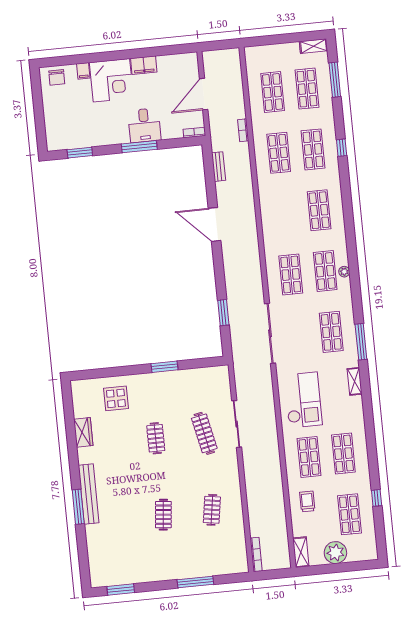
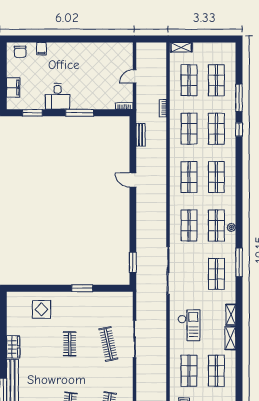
shelving: (313, 46) -> (181, 47), moved
filing cabinet: (144, 65) -> (13, 87), moved, turned -90
corner desk: (111, 80) -> (63, 58), removed
window: (335, 80) -> (239, 98), moved
door: (204, 94) -> (135, 76), width x0.53
desk: (144, 125) -> (58, 96), moved
shop shelf: (285, 214) -> (189, 177), added
door: (215, 224) -> (133, 180), width x0.53
window: (223, 313) -> (133, 262), moved
window: (361, 342) -> (239, 262), moved
checkout: (303, 400) -> (189, 325), width x0.73, depth x0.83
shelving: (357, 411) -> (230, 338), added
wardrobe: (83, 432) -> (13, 347), moved

